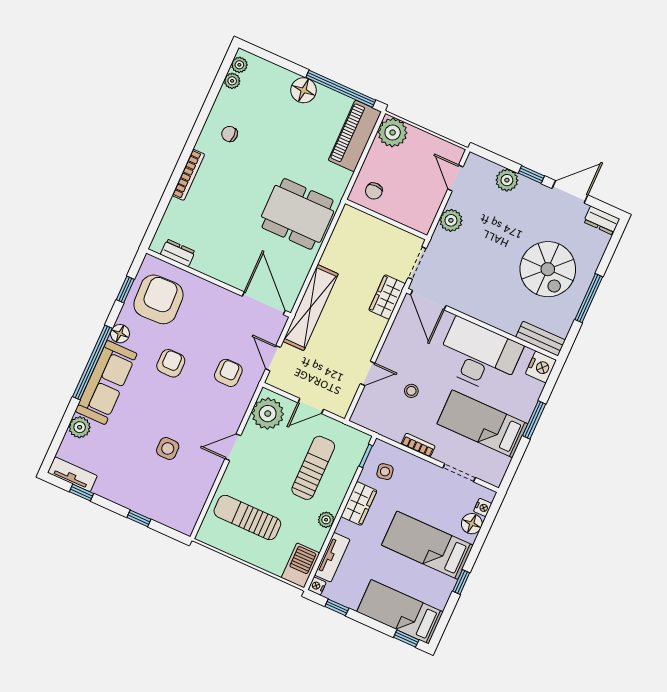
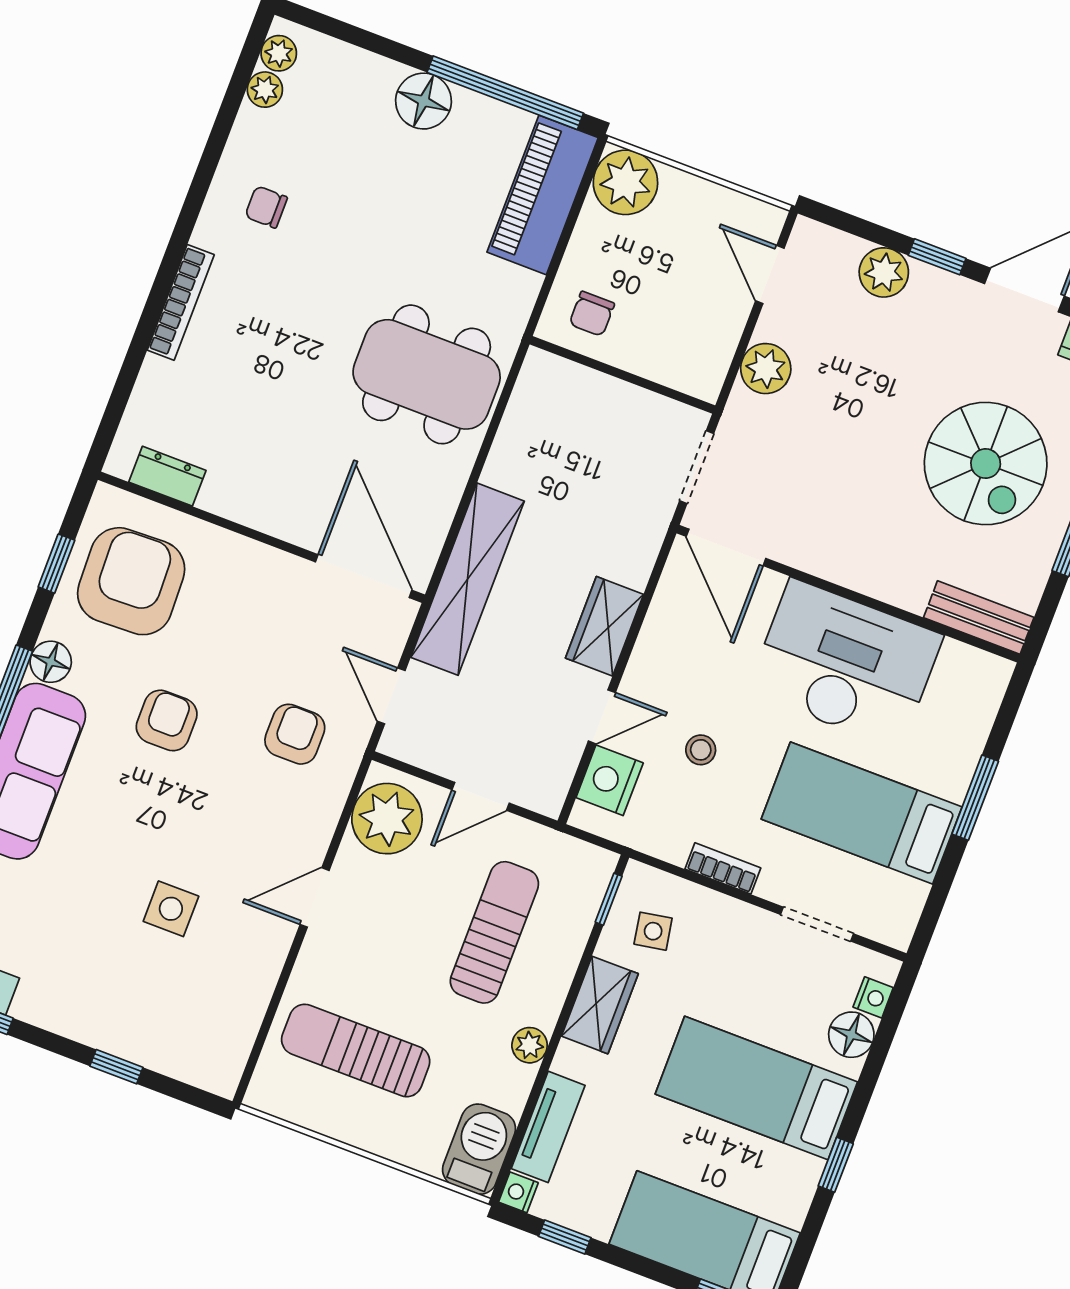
wardrobe: (387, 297) -> (604, 626), moved
nightstand: (541, 367) -> (610, 780), moved, turned 180

